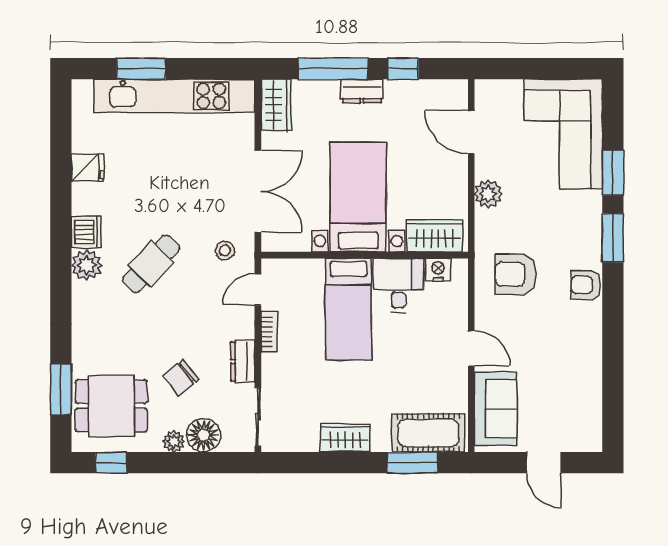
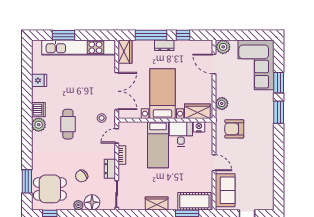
plant: (491, 94) -> (223, 47), added
plant: (488, 194) -> (222, 103), moved
cafe table: (151, 264) -> (68, 124), turned -44
armchair: (586, 285) -> (266, 134), removed

